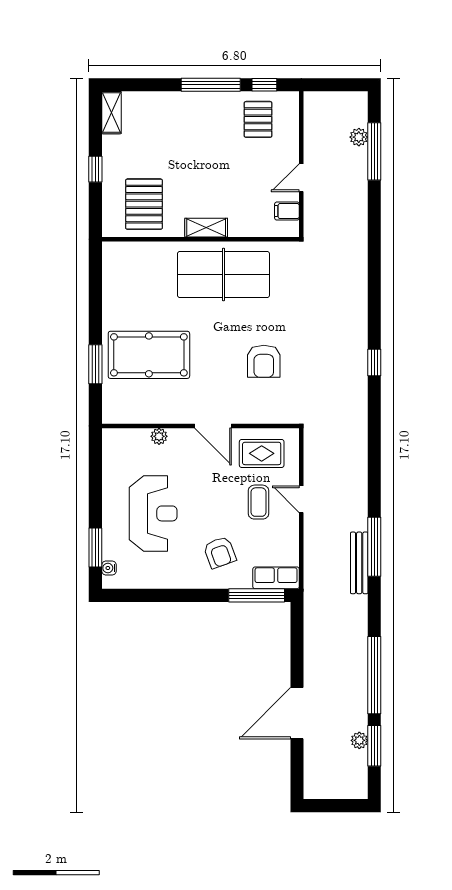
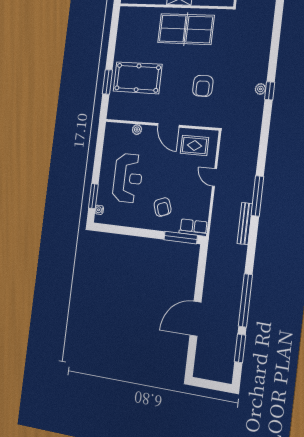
coffee table: (259, 502) -> (189, 177), removed
window: (374, 547) -> (257, 196), moved
plant: (359, 740) -> (260, 89), moved

